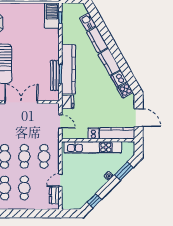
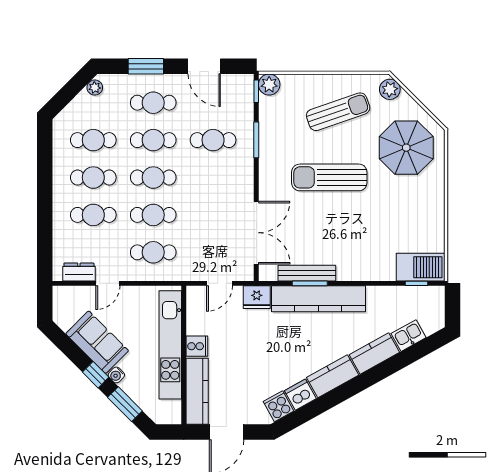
double door: (21, 102) -> (256, 233), moved
door: (60, 180) -> (108, 283), swing flipped
sofa: (91, 186) -> (97, 342), added
window: (94, 201) -> (96, 375), moved

